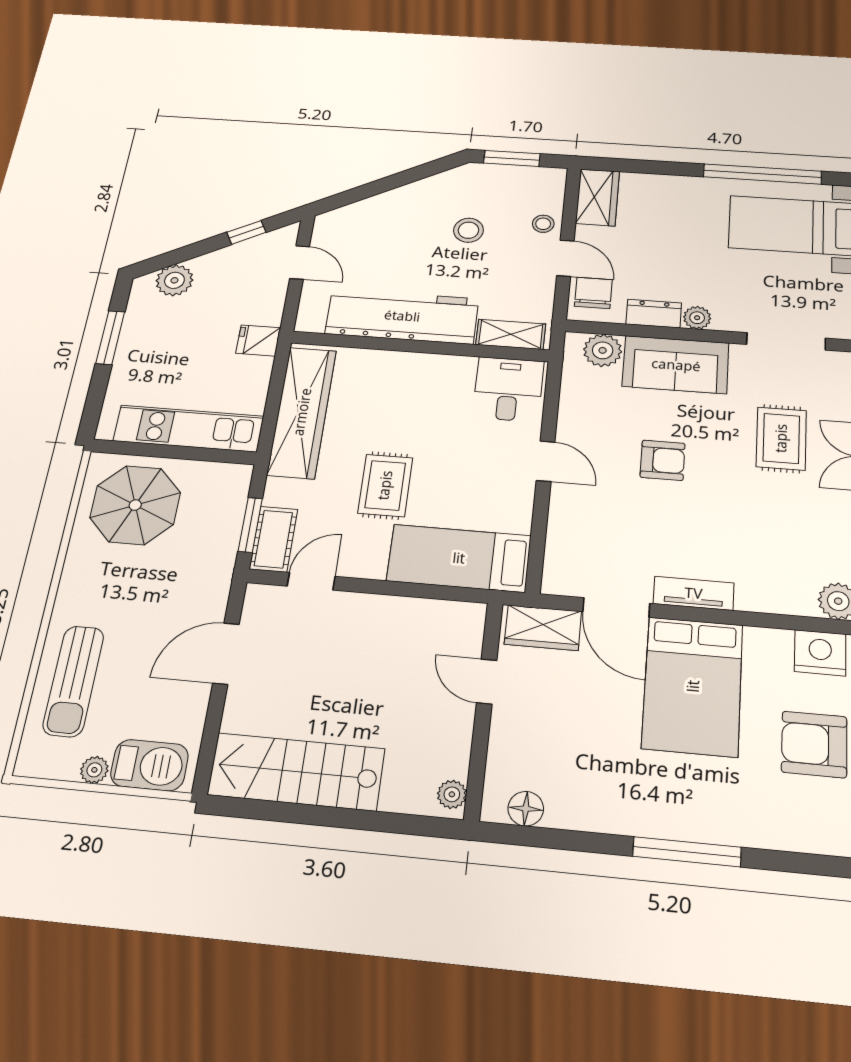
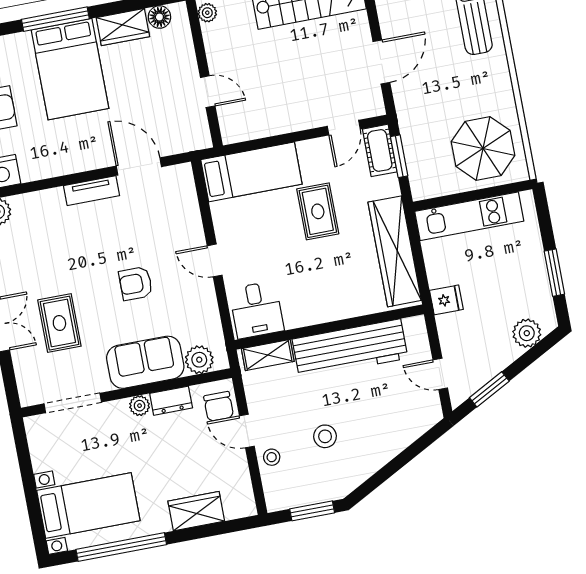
wardrobe: (598, 197) -> (196, 511), moved, turned 90
window: (246, 232) -> (489, 389), width x1.50
wardrobe: (543, 628) -> (123, 27), moved, turned 180
bed: (693, 686) -> (70, 69), moved, turned 180

